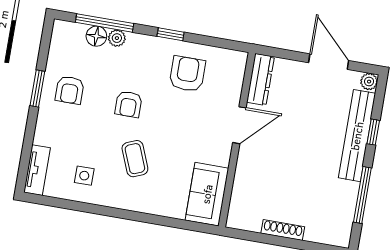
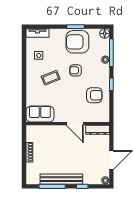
floor lamp: (96, 36) -> (105, 33), moved
armchair: (70, 90) -> (77, 42), width x1.88, depth x1.88
bench: (357, 136) -> (61, 179), moved

